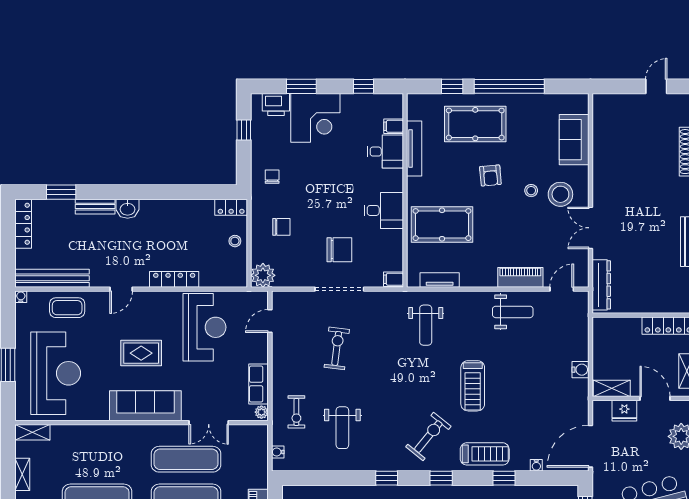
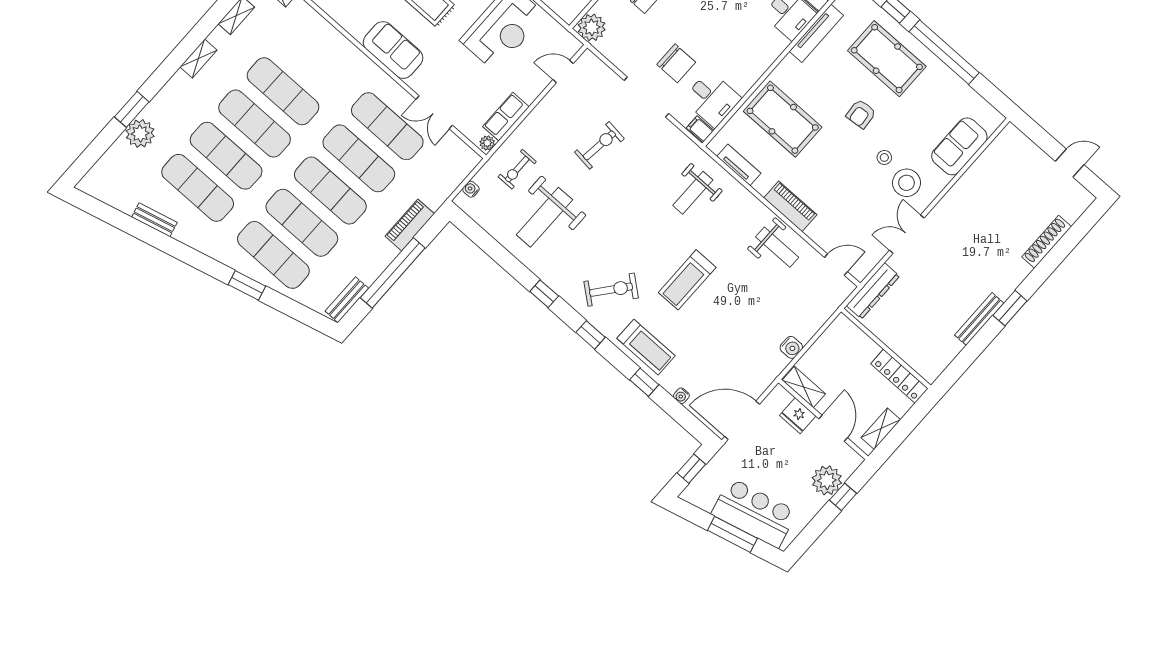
desk: (384, 210) -> (712, 99), moved
piano: (520, 277) -> (790, 206), moved
sofa: (145, 406) -> (393, 50), width x0.73
weight bench: (342, 428) -> (544, 217), width x1.36, depth x1.33

